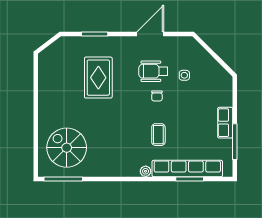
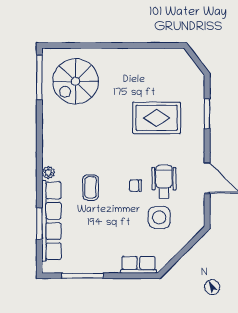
side table: (184, 75) -> (159, 217), width x1.87, depth x1.87
row of seats: (225, 123) -> (139, 265), moved
coffee table: (158, 135) -> (91, 187), turned 90
spiral stairs: (67, 148) -> (76, 81), turned 180

